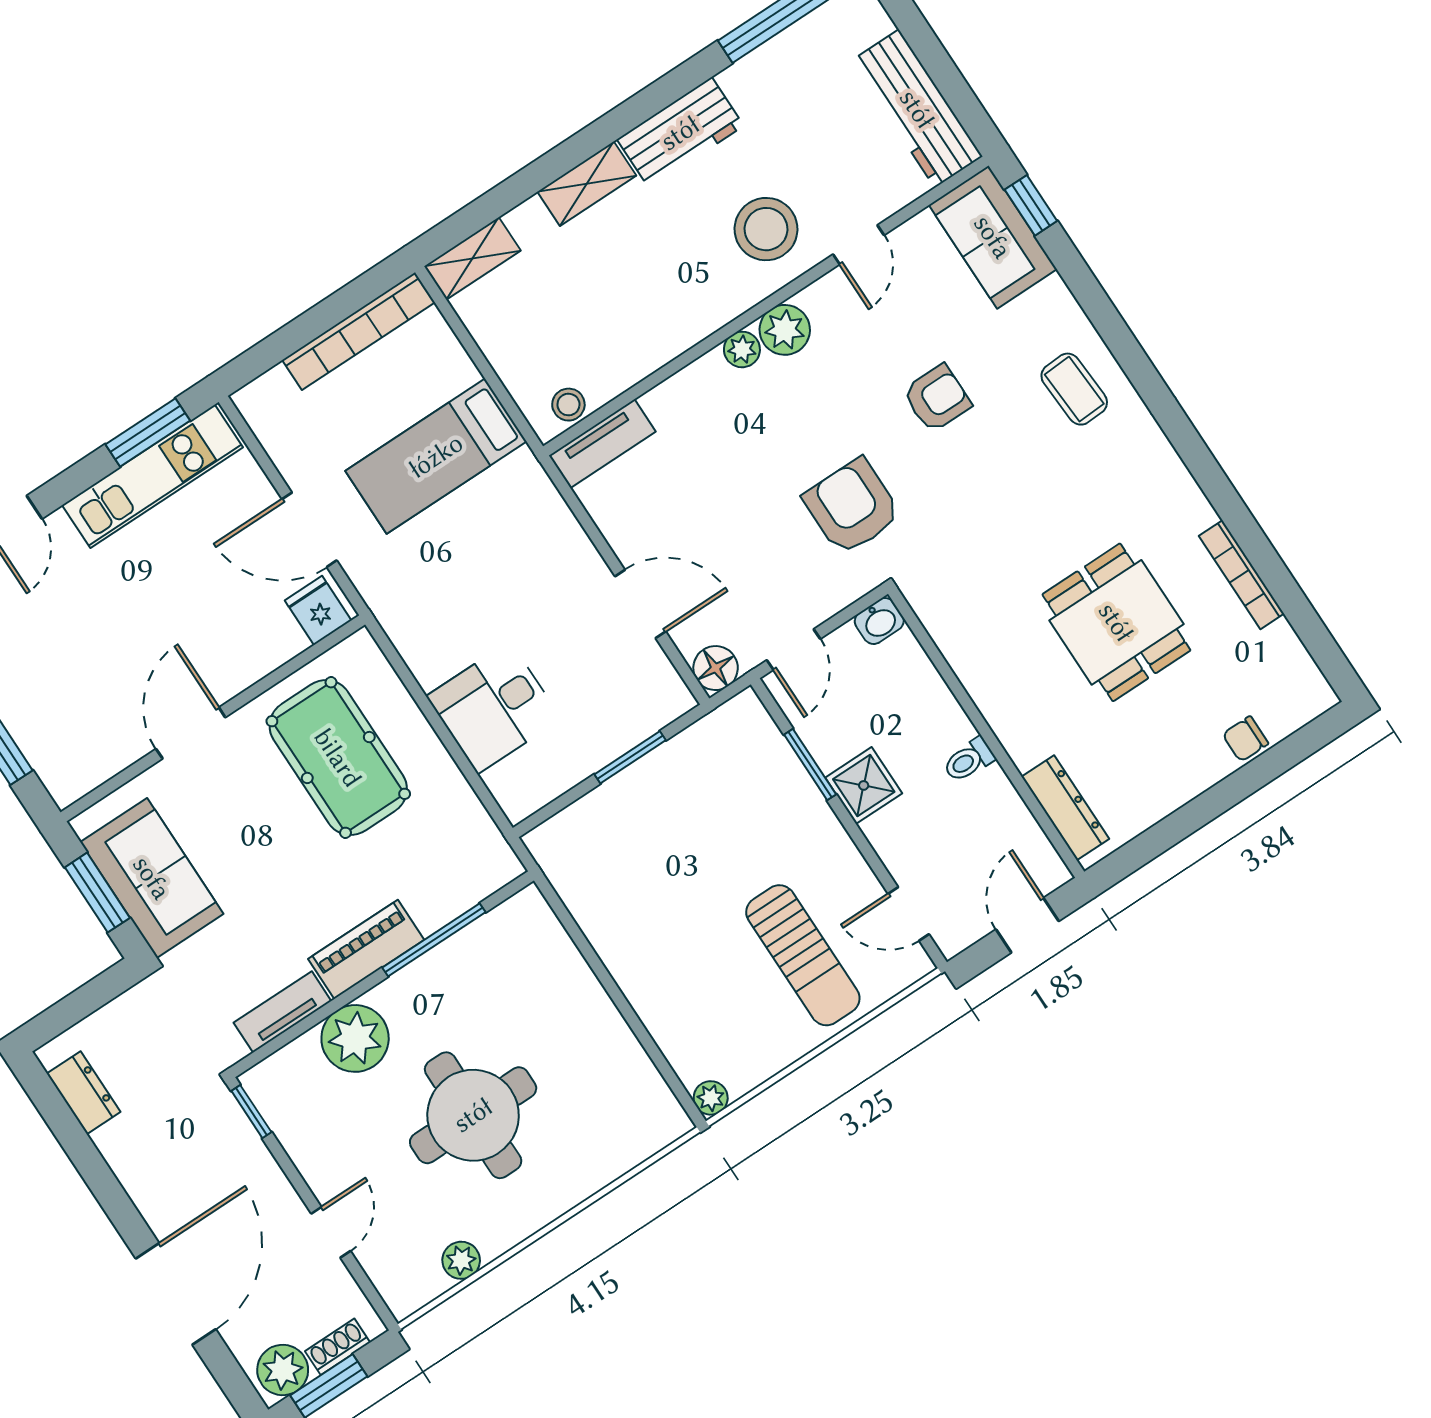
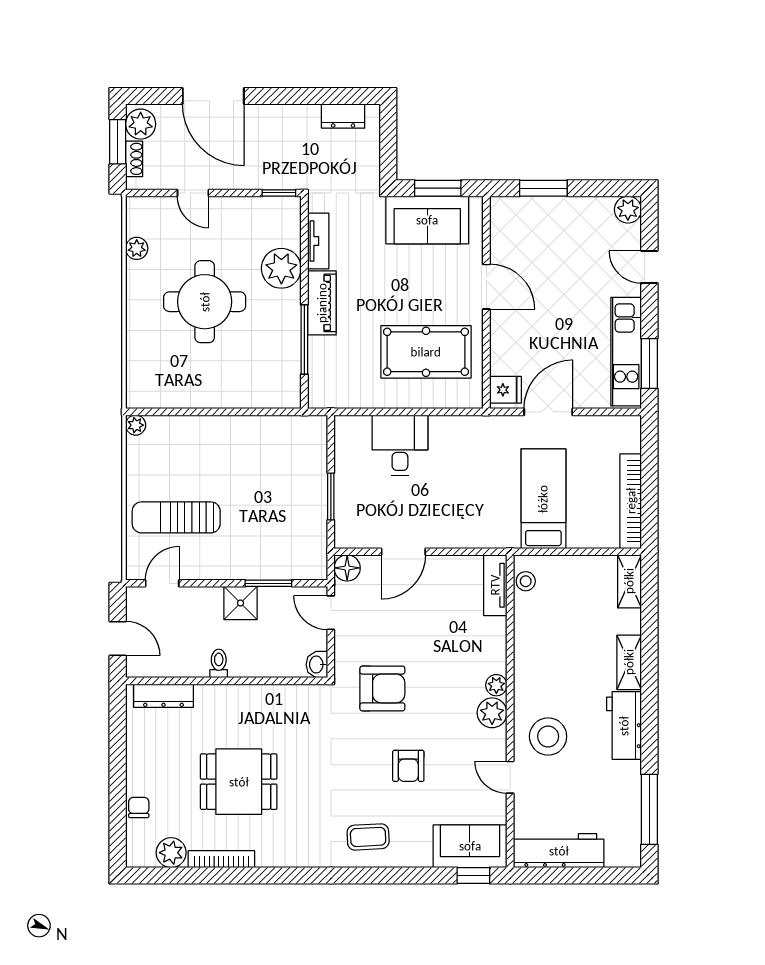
plant: (1279, 651) -> (171, 853), added

